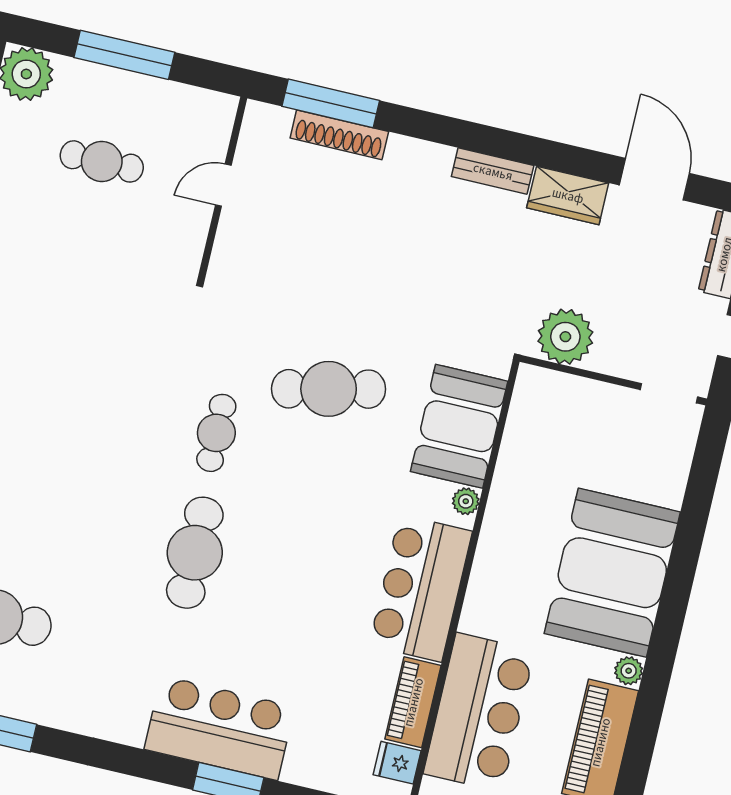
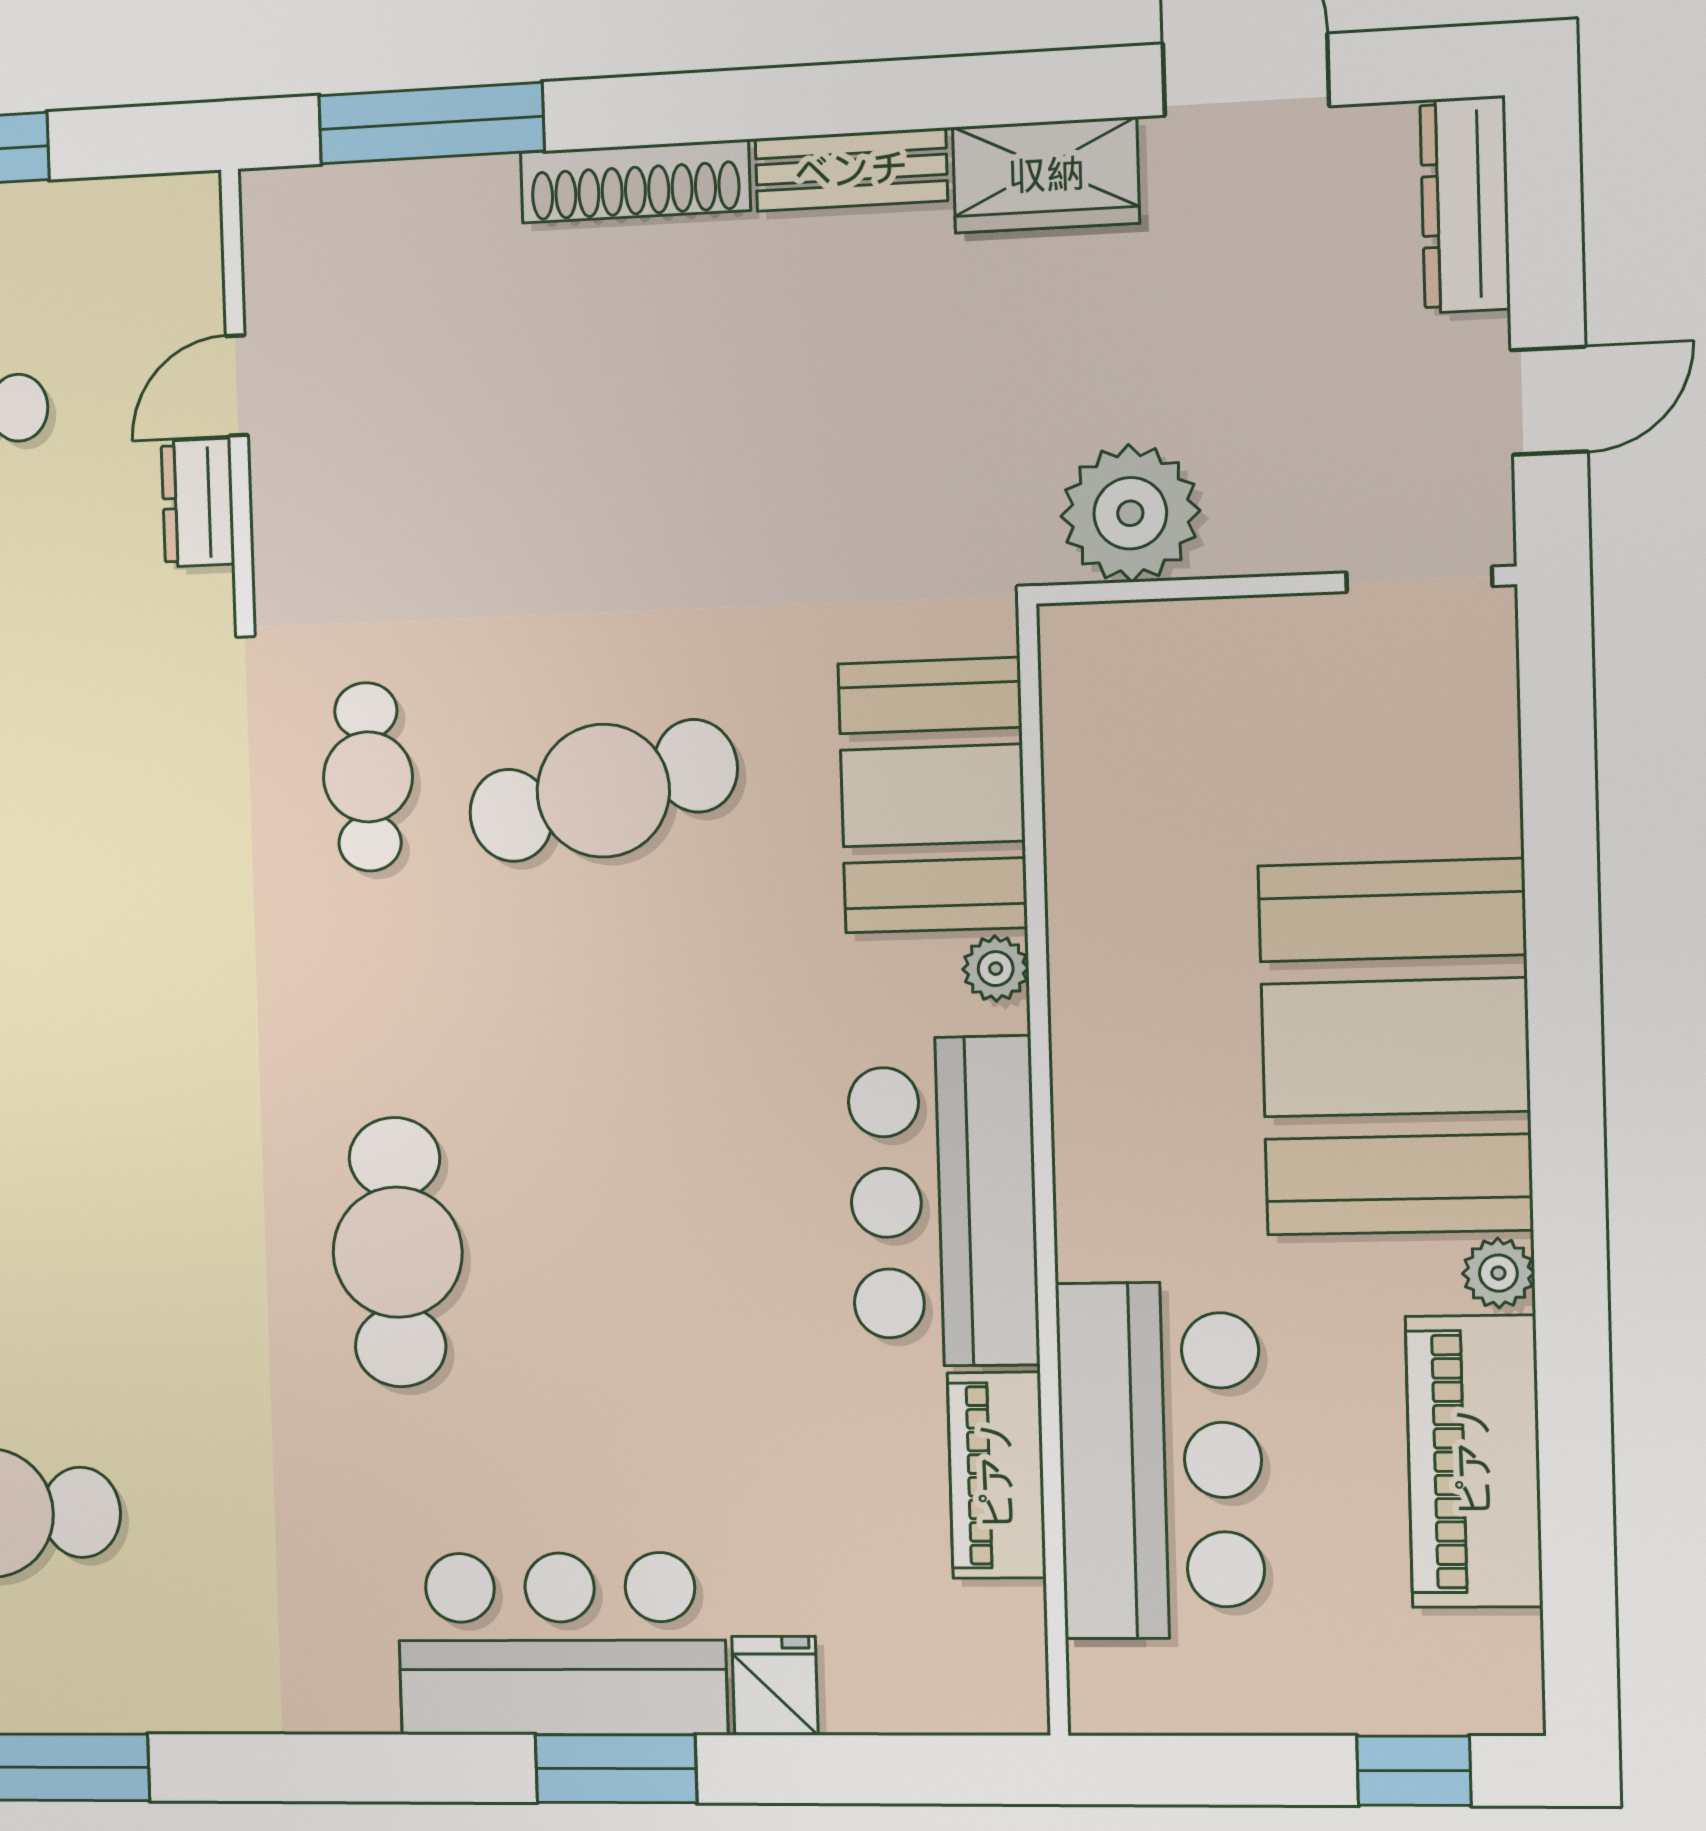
shoe rack: (339, 135) -> (635, 181), moved
dresser: (194, 228) -> (198, 503), added
cafe table: (216, 433) -> (368, 777), moved
fridge: (397, 763) -> (775, 1686), moved, turned 90

